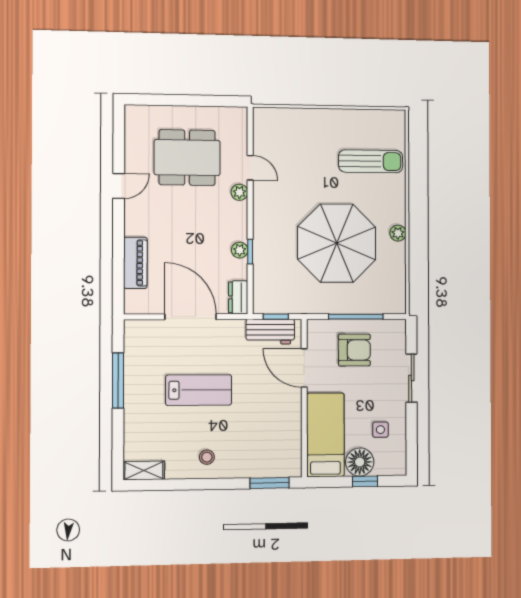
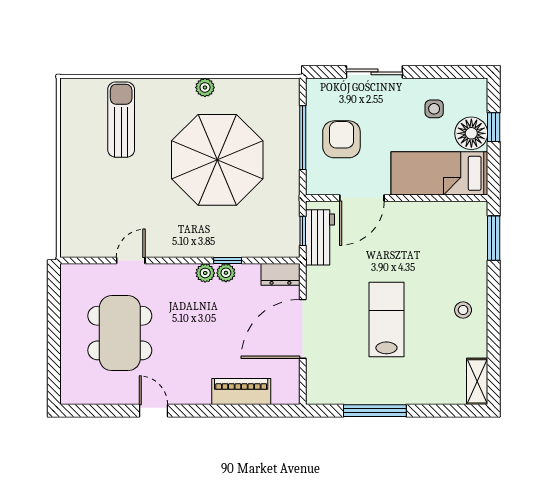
plant: (239, 192) -> (205, 273), moved

